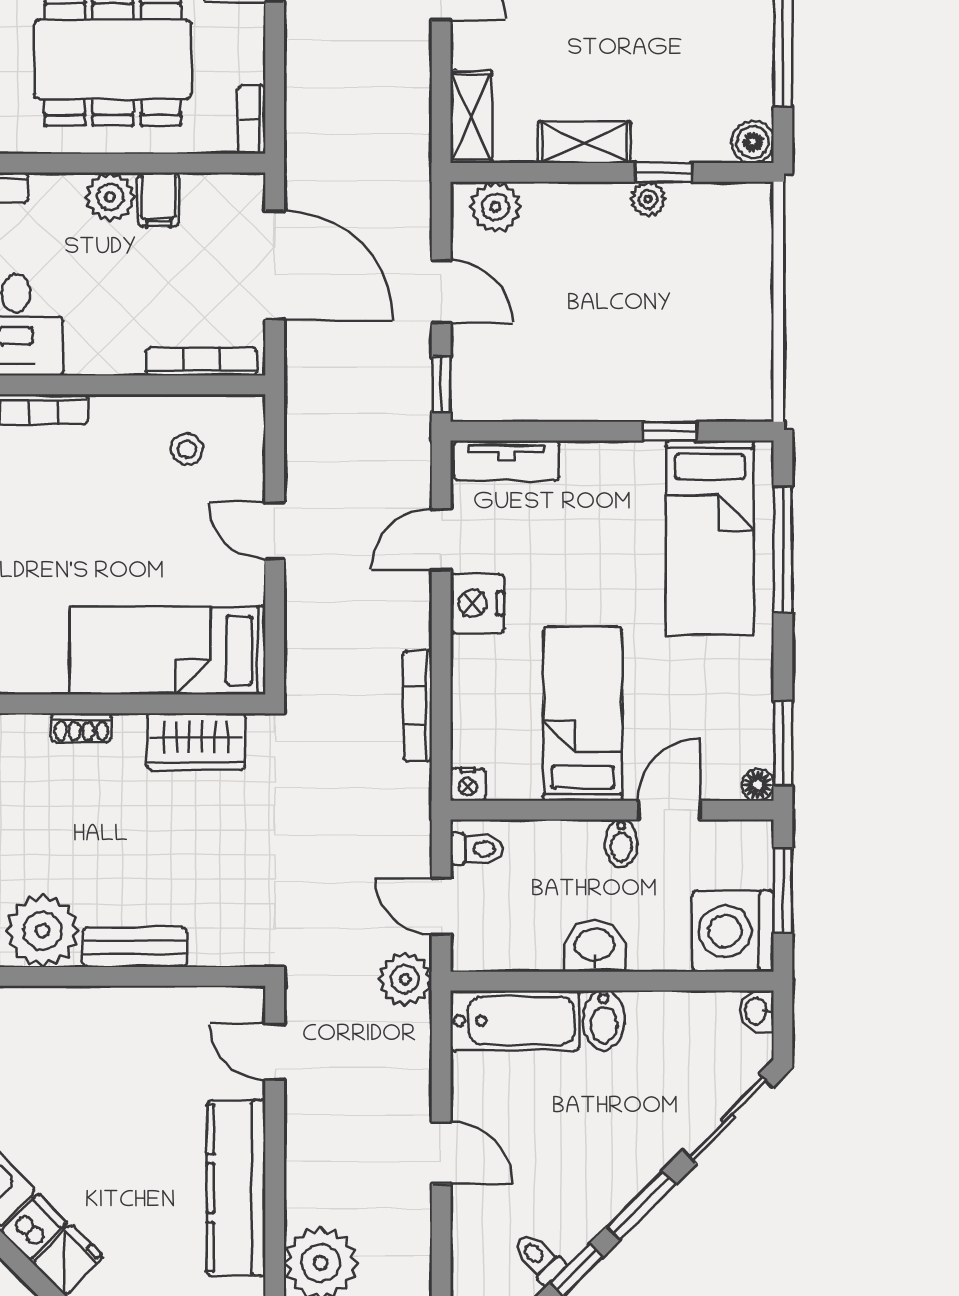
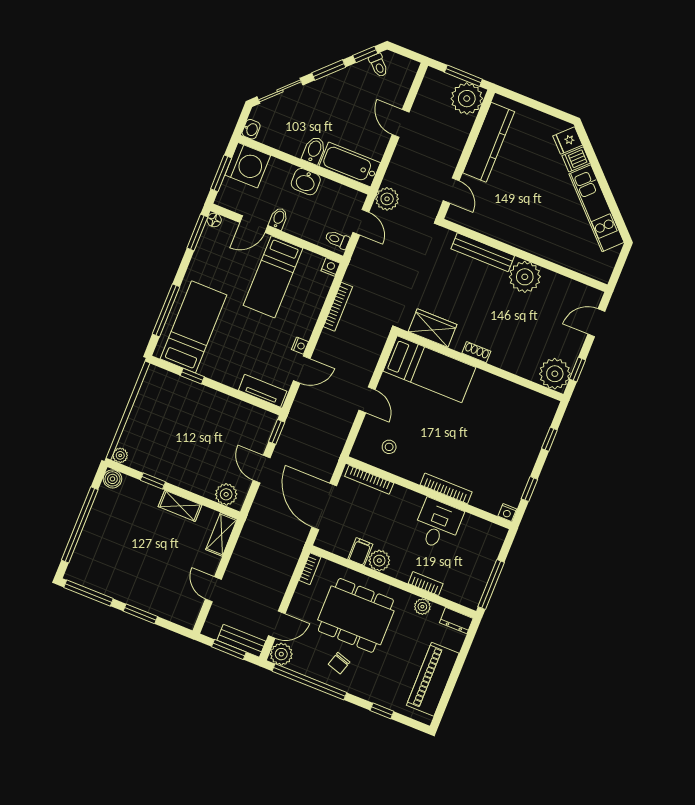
plant: (648, 199) -> (120, 455), moved
nightstand: (477, 603) -> (300, 346), width x0.53, depth x0.56
bench: (135, 947) -> (483, 252), width x1.36

